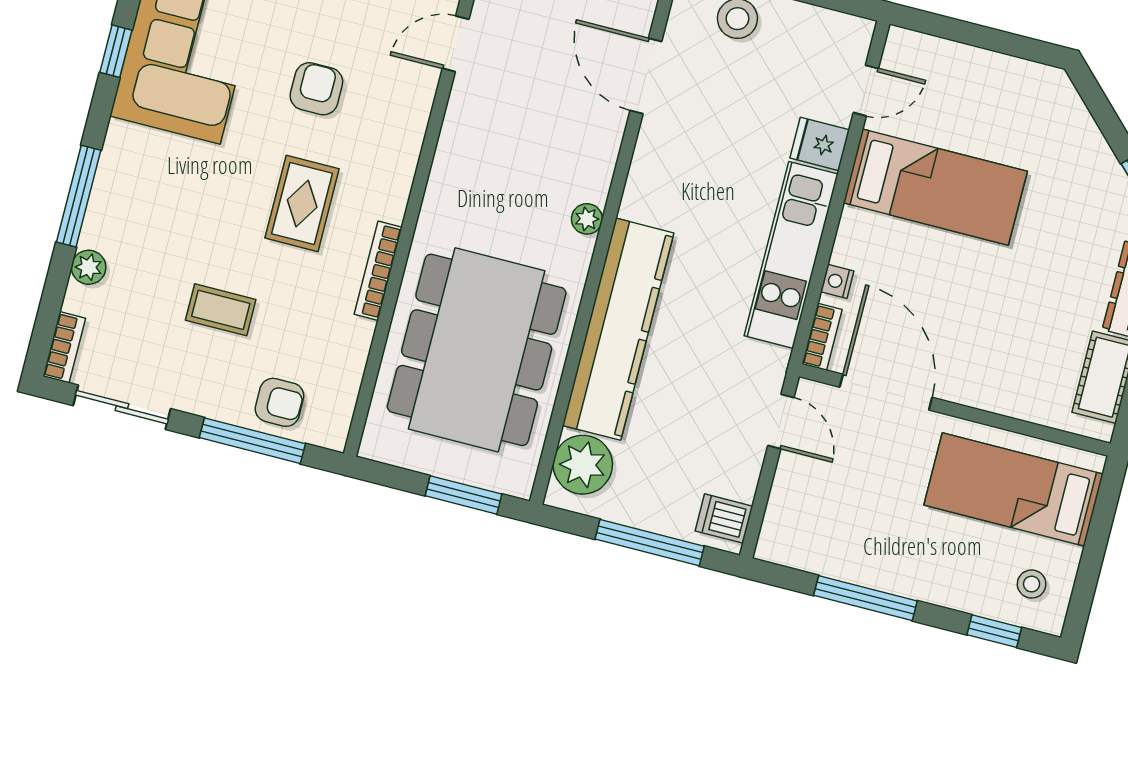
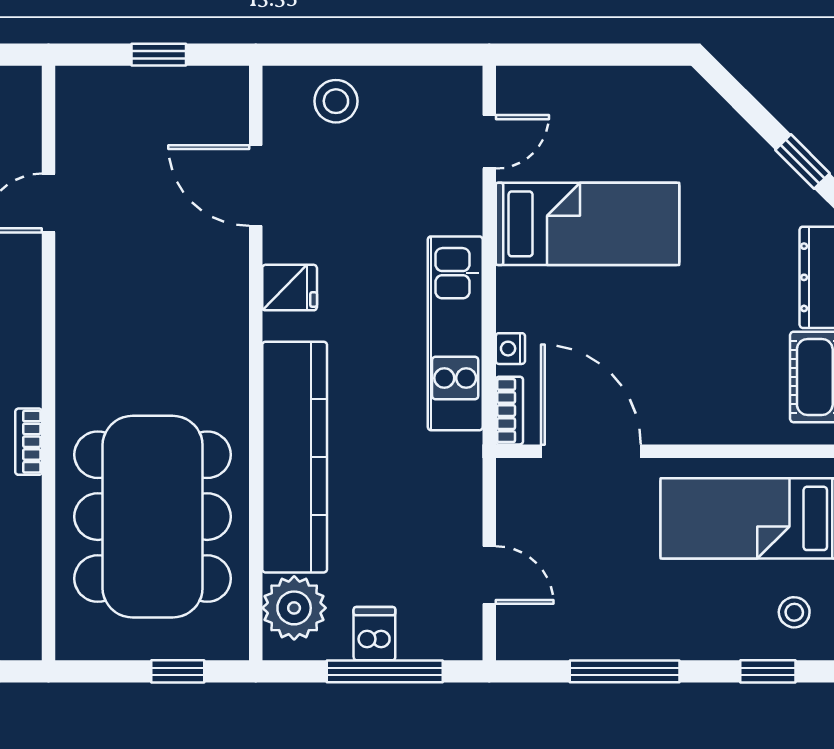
fridge: (820, 144) -> (290, 288), moved, turned 180
plant: (587, 219) -> (233, 350), removed
bookcase: (378, 271) -> (29, 442), width x0.64
door: (781, 421) -> (489, 575), moved
window: (464, 495) -> (178, 671), width x0.67
dishwasher: (724, 519) -> (374, 634), moved, turned 90

